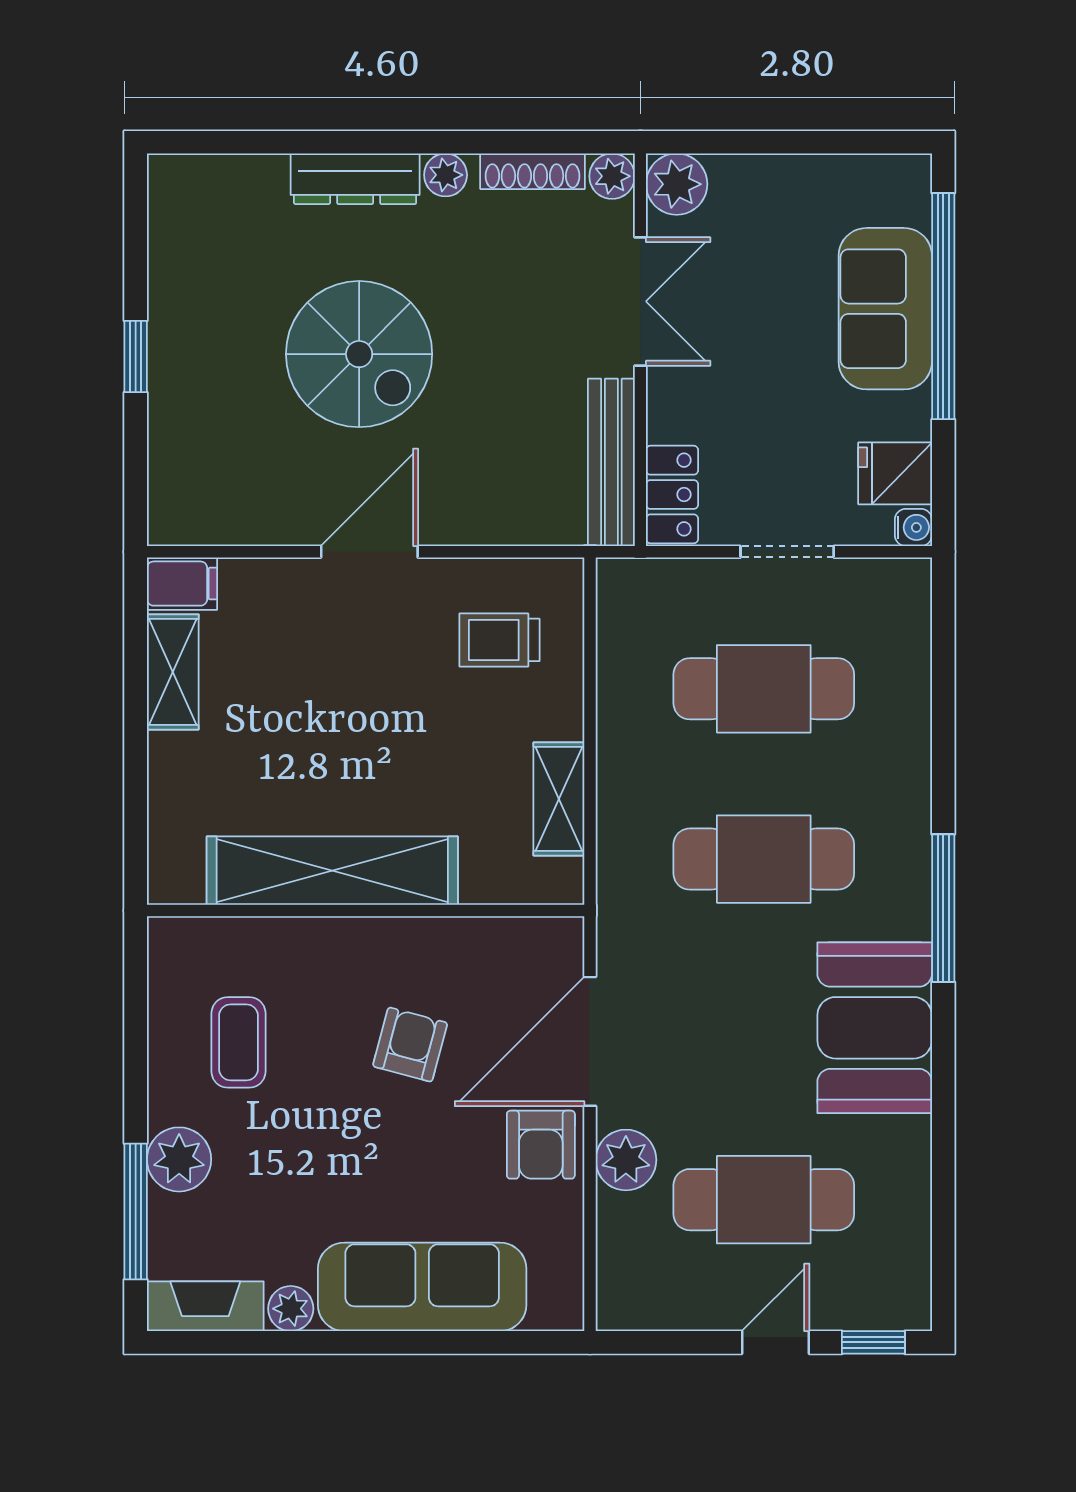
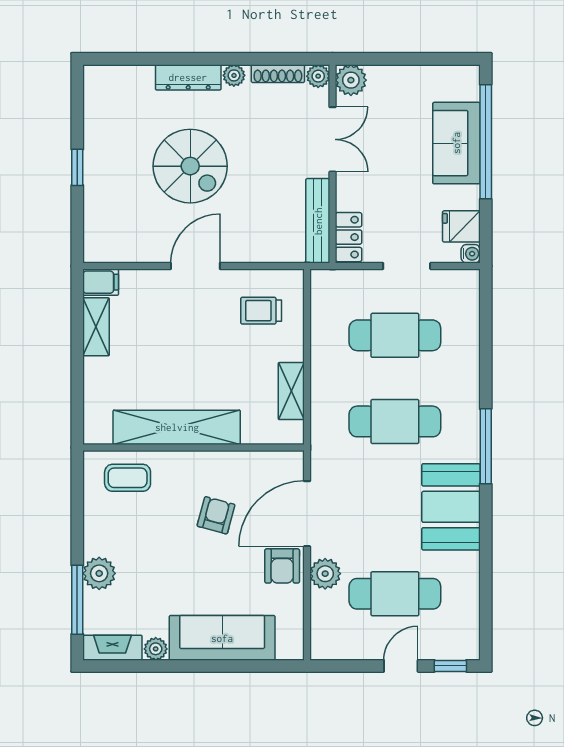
coffee table: (239, 1042) -> (128, 478), moved, turned 90

